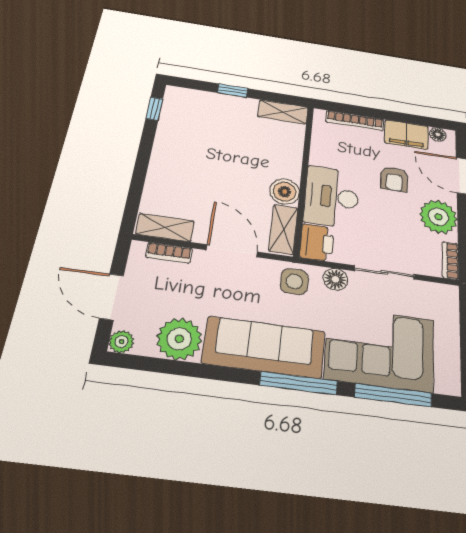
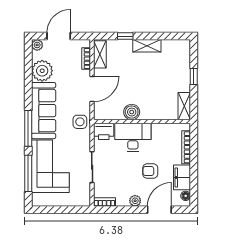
window: (154, 109) -> (125, 36), moved
plant: (438, 217) -> (135, 201), width x0.53, depth x0.53
shelving: (283, 229) -> (147, 46), moved
floor lamp: (335, 279) -> (84, 142), removed

